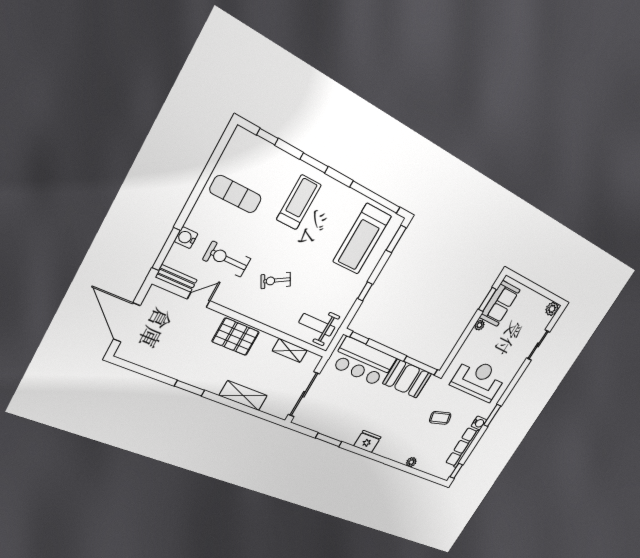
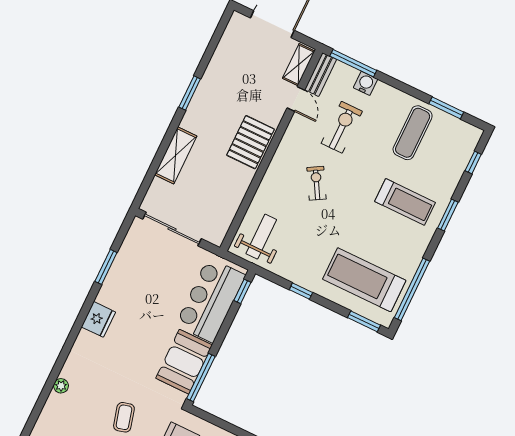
window: (213, 161) -> (446, 108), added
shelving: (290, 351) -> (299, 65), moved

